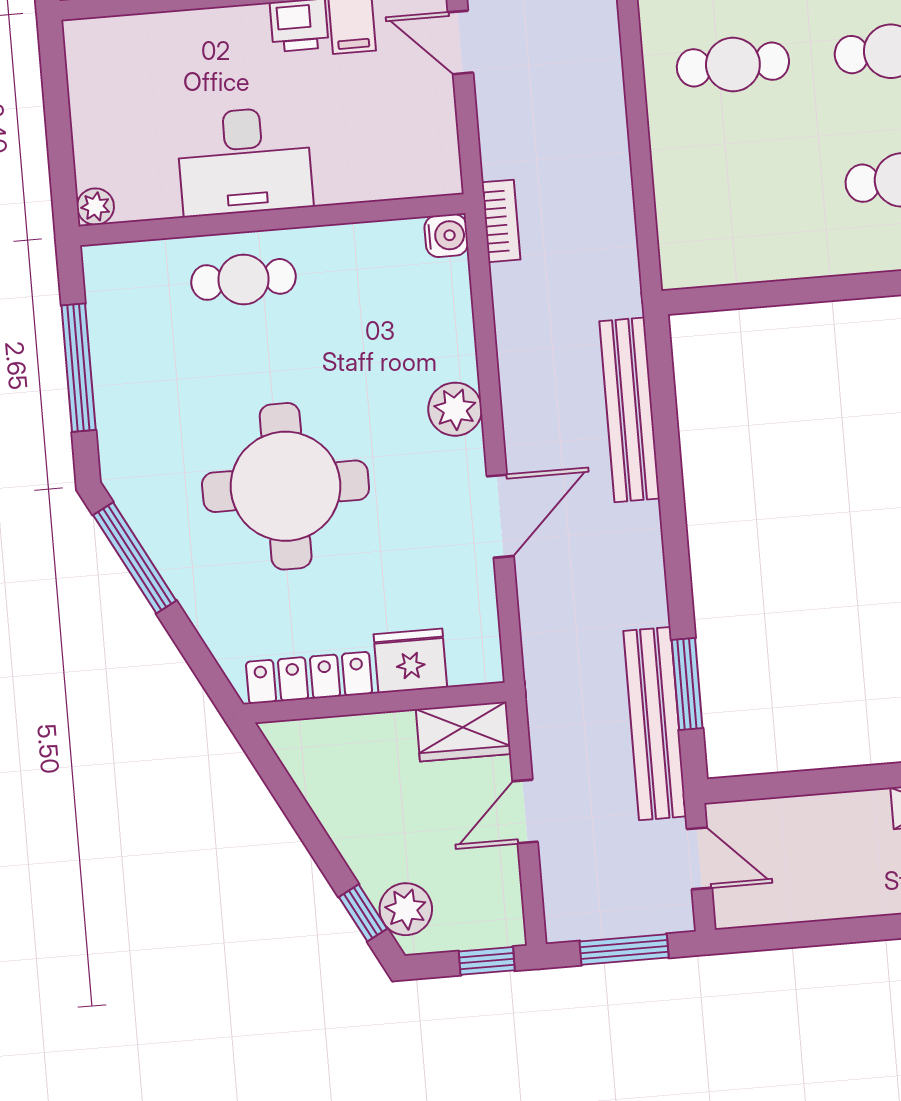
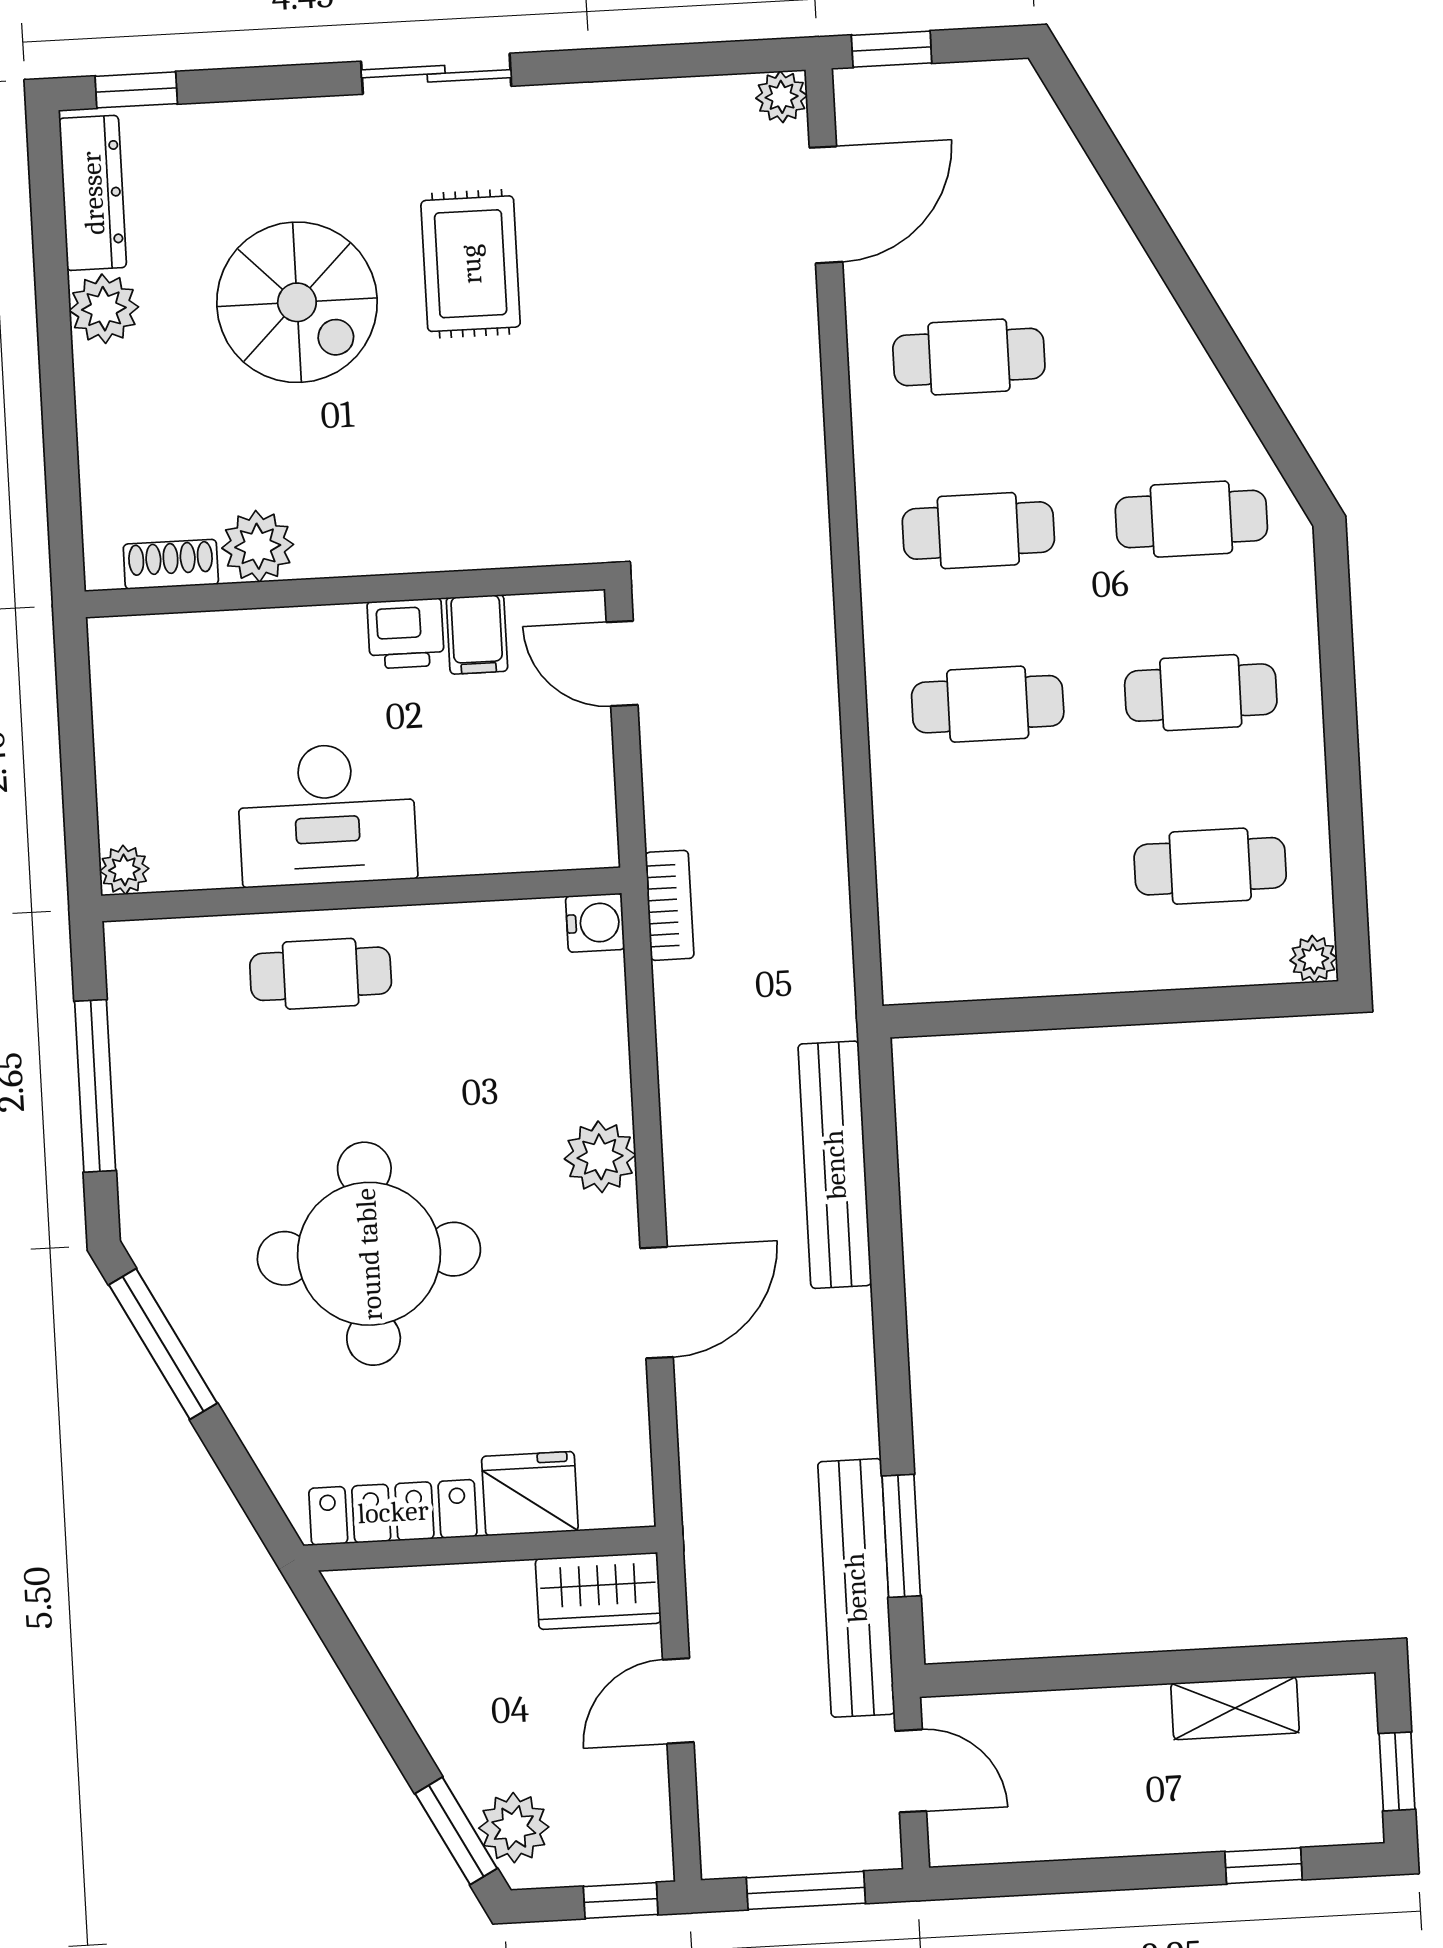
window: (363, 913) -> (456, 1831), width x1.50

